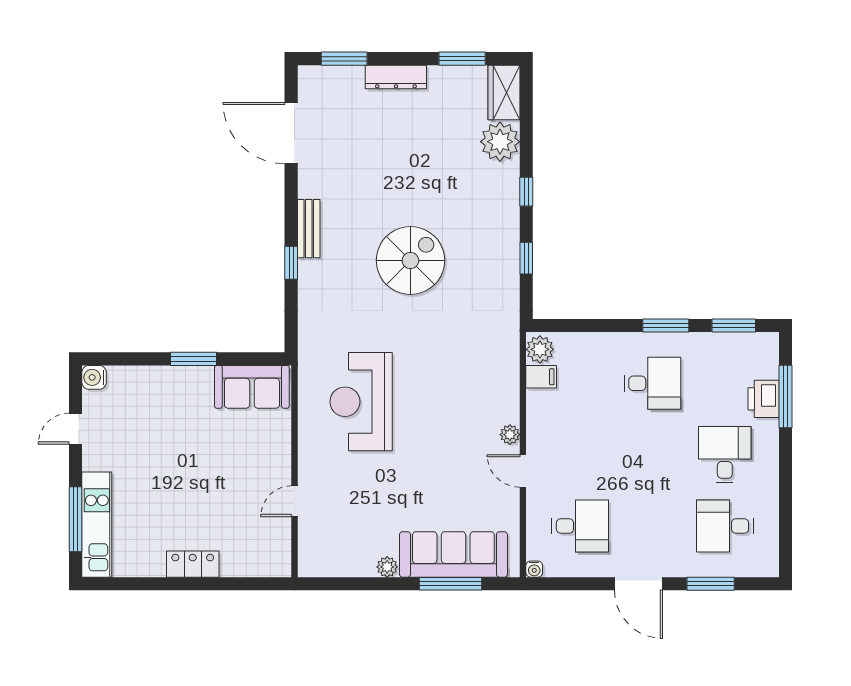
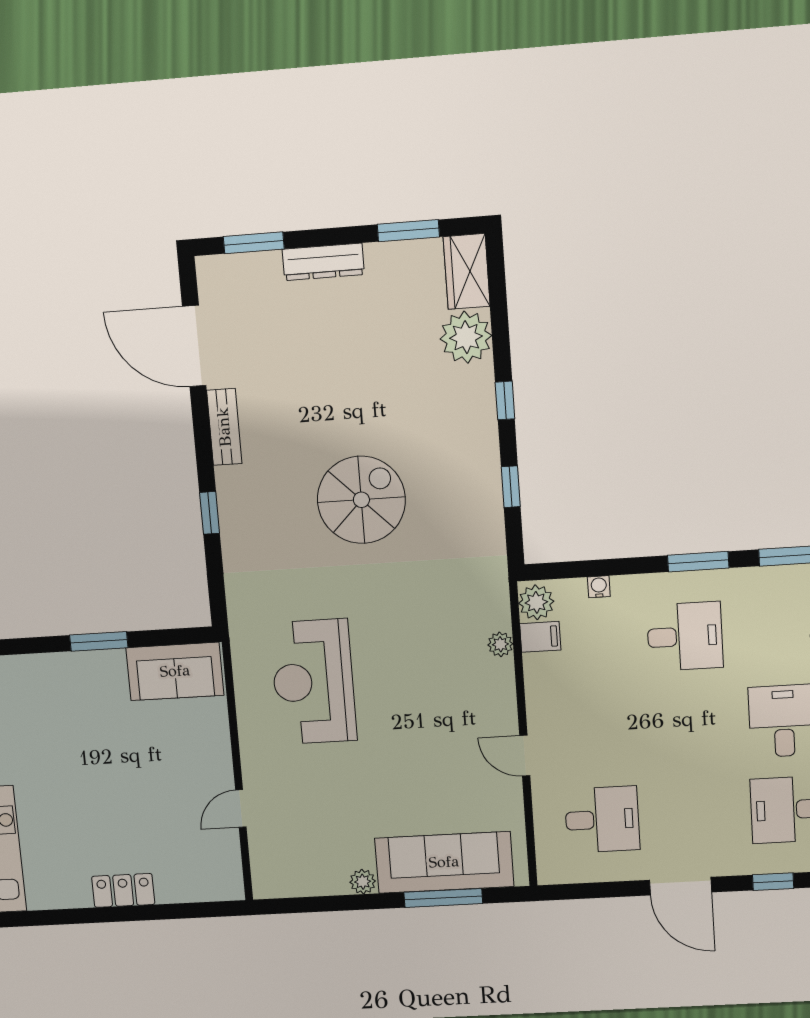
bench: (309, 229) -> (224, 427), moved
plant: (510, 435) -> (500, 644), moved
water cooler: (534, 569) -> (599, 587), moved, turned 180
window: (711, 584) -> (773, 882), width x0.67

